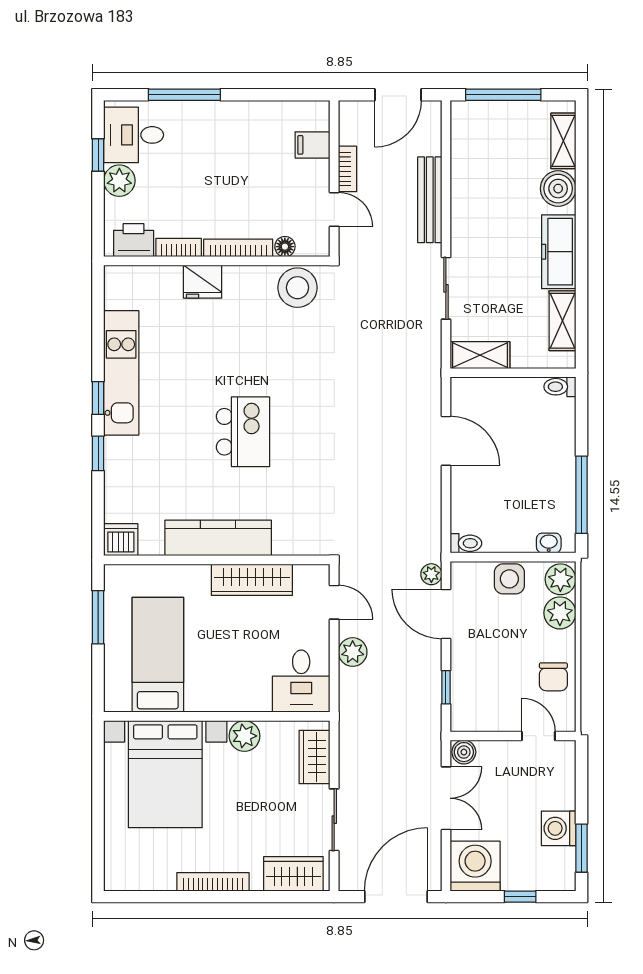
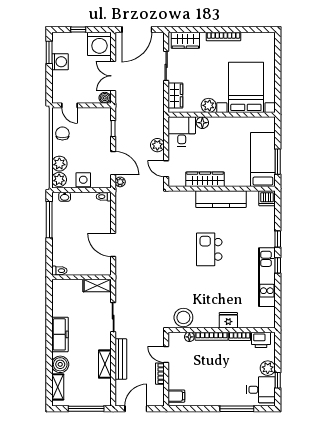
filing cabinet: (313, 145) -> (176, 396), moved
shelving: (562, 321) -> (105, 364), moved
bed: (158, 655) -> (263, 160), moved, turned 180
floor lamp: (257, 700) -> (202, 123), added

